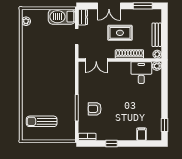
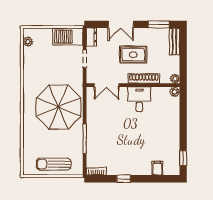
bench: (157, 35) -> (174, 42), moved
desk: (141, 73) -> (139, 99), moved
parasol: (53, 80) -> (58, 107), added
armchair: (95, 109) -> (105, 140), removed
sun lounger: (42, 121) -> (53, 164), moved

